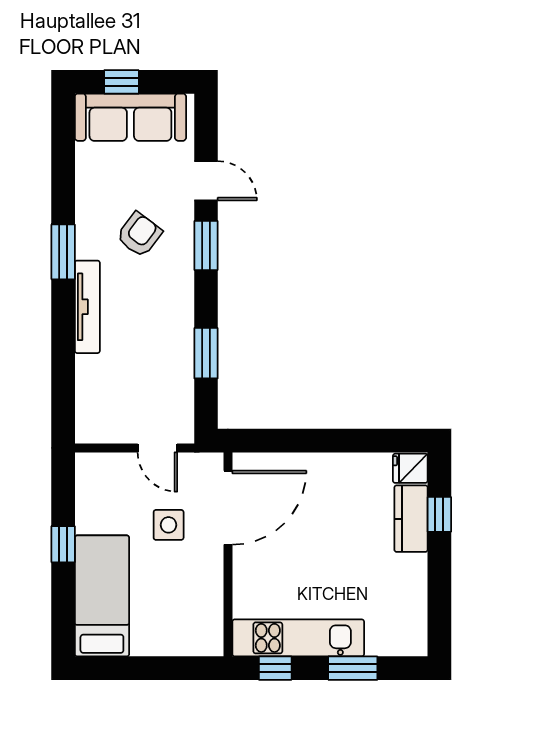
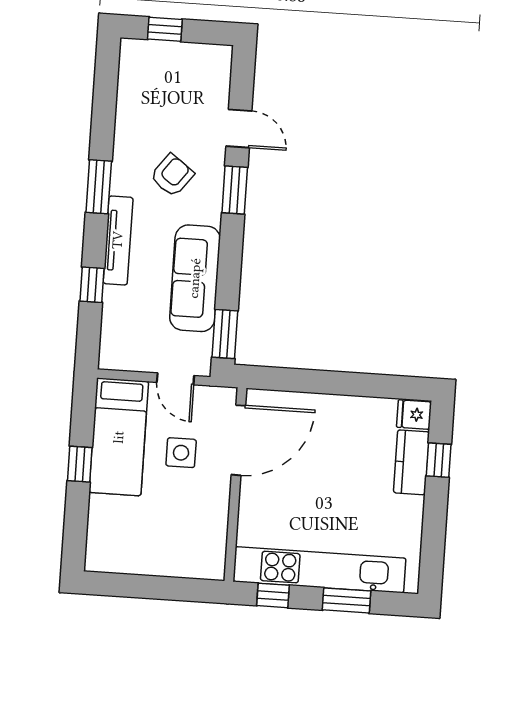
sofa: (130, 117) -> (195, 278), moved, turned 90
window: (206, 353) -> (225, 334), moved
window: (63, 355) -> (92, 285), added
bed: (102, 596) -> (119, 437), moved, turned 180
kitchen unit: (298, 638) -> (319, 570), width x1.36

